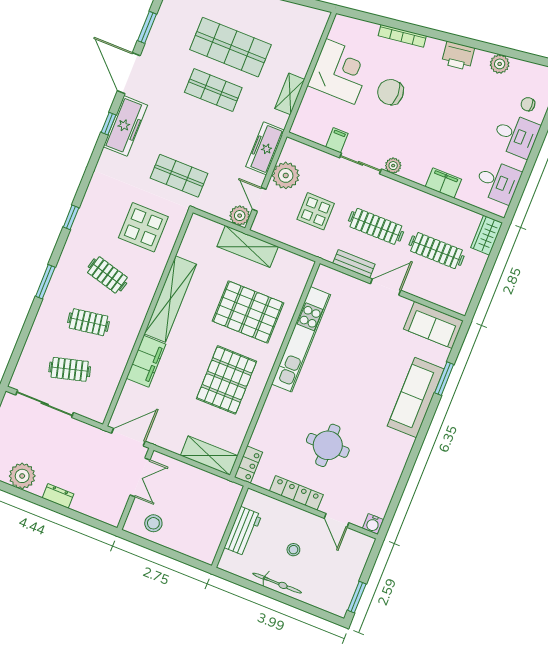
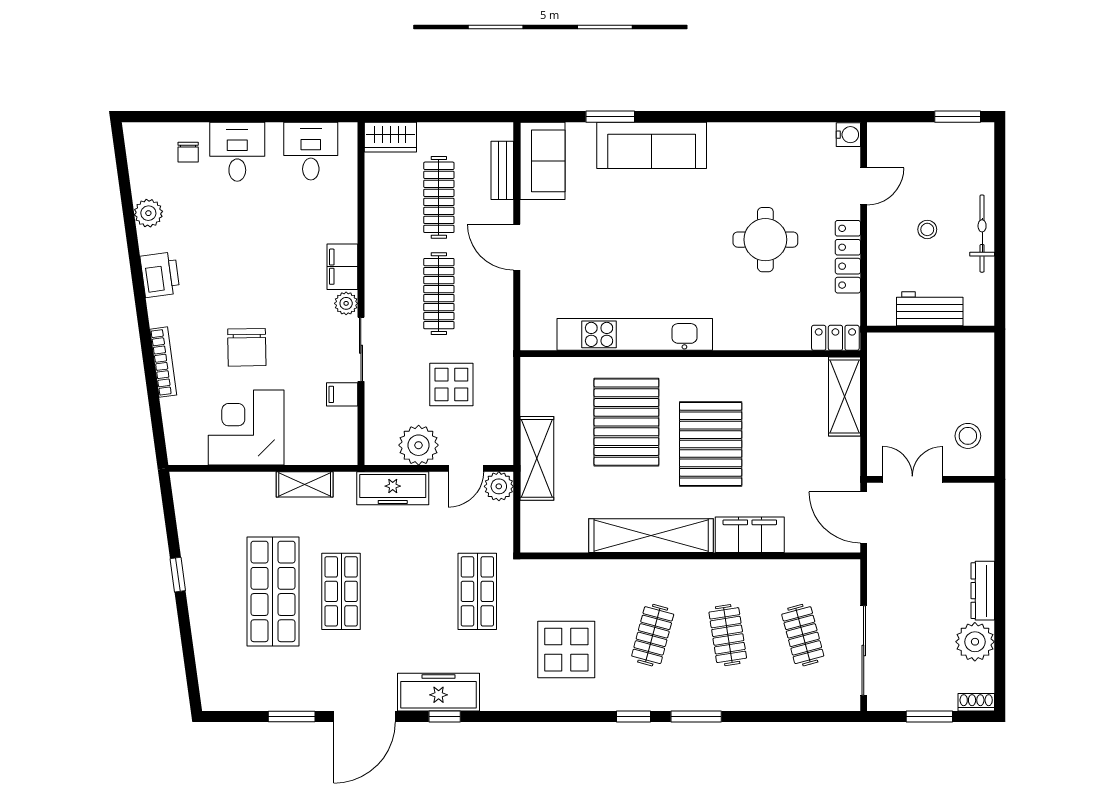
filing cabinet: (443, 183) -> (342, 267), moved
window: (71, 217) -> (633, 717), moved
display table: (143, 227) -> (566, 650), moved
bench: (354, 264) -> (502, 170), moved
pallet: (227, 380) -> (711, 444), moved, turned 90
dresser: (58, 496) -> (983, 591), width x1.44

